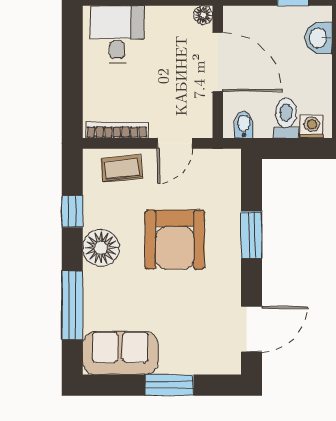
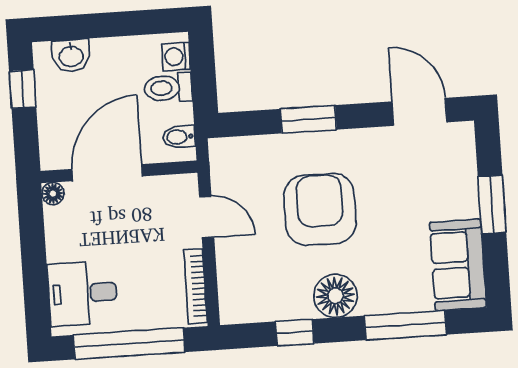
window: (72, 71) -> (129, 343), added
coffee table: (122, 168) -> (240, 278), removed
armchair: (175, 240) -> (320, 209), turned -90

